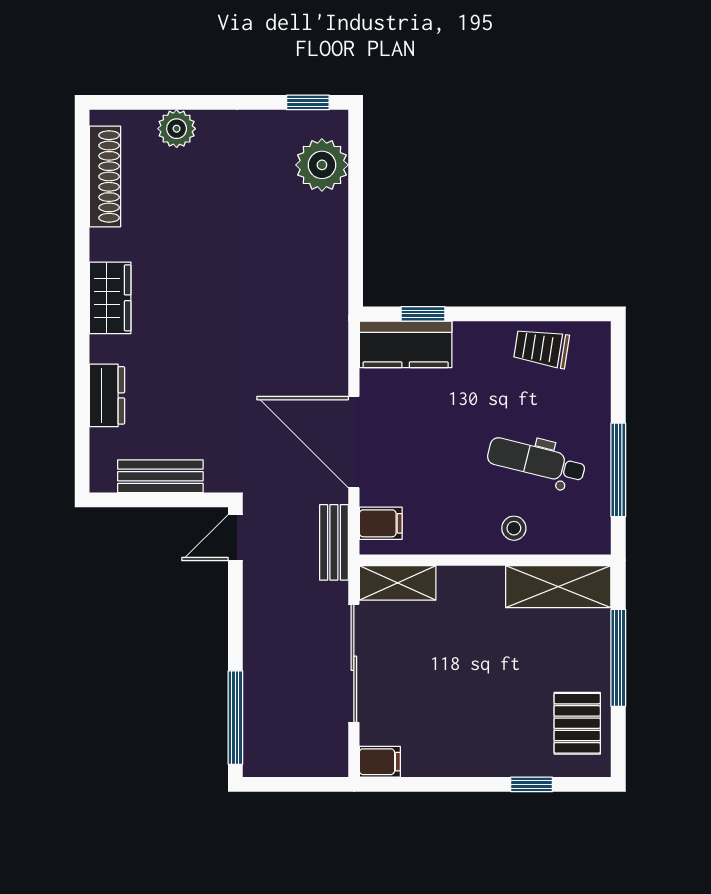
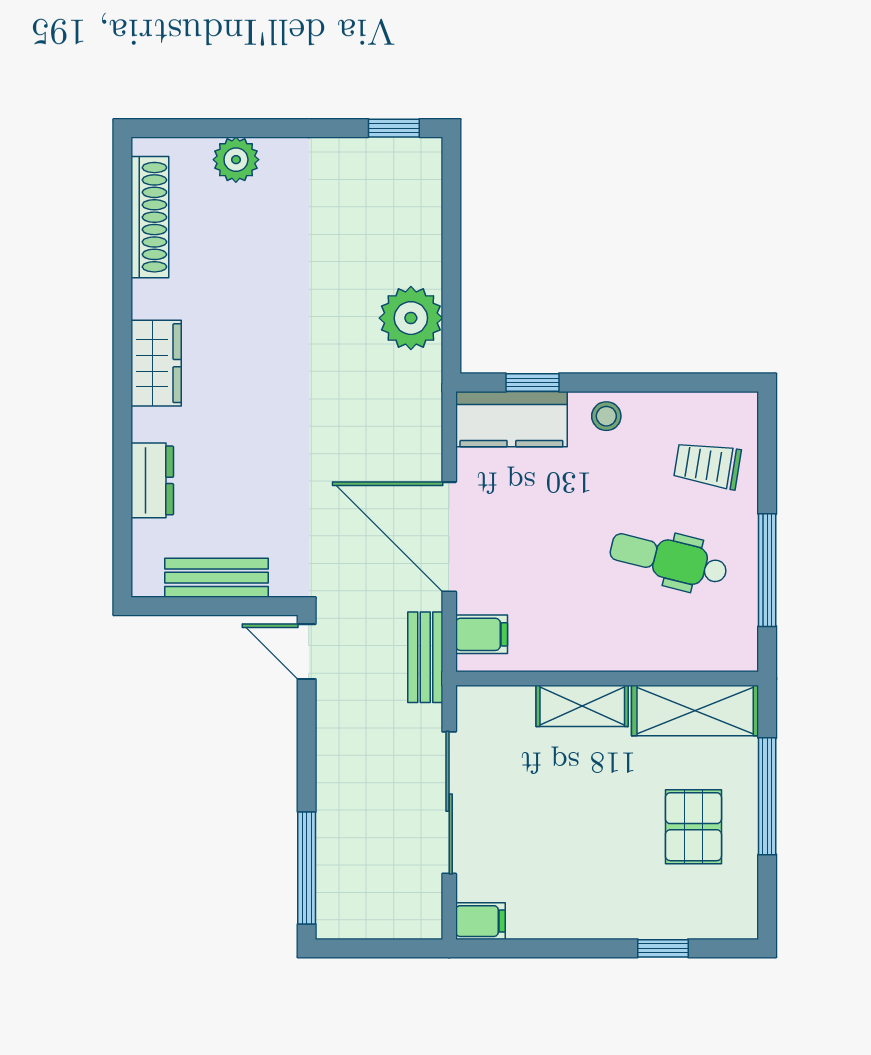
plant: (322, 165) -> (411, 318), moved
trolley: (541, 348) -> (707, 465), moved
stool: (514, 528) -> (606, 416), moved
door: (235, 538) -> (307, 652), hinge flipped
shelving: (398, 583) -> (582, 706), moved
pallet: (577, 723) -> (693, 827), moved

